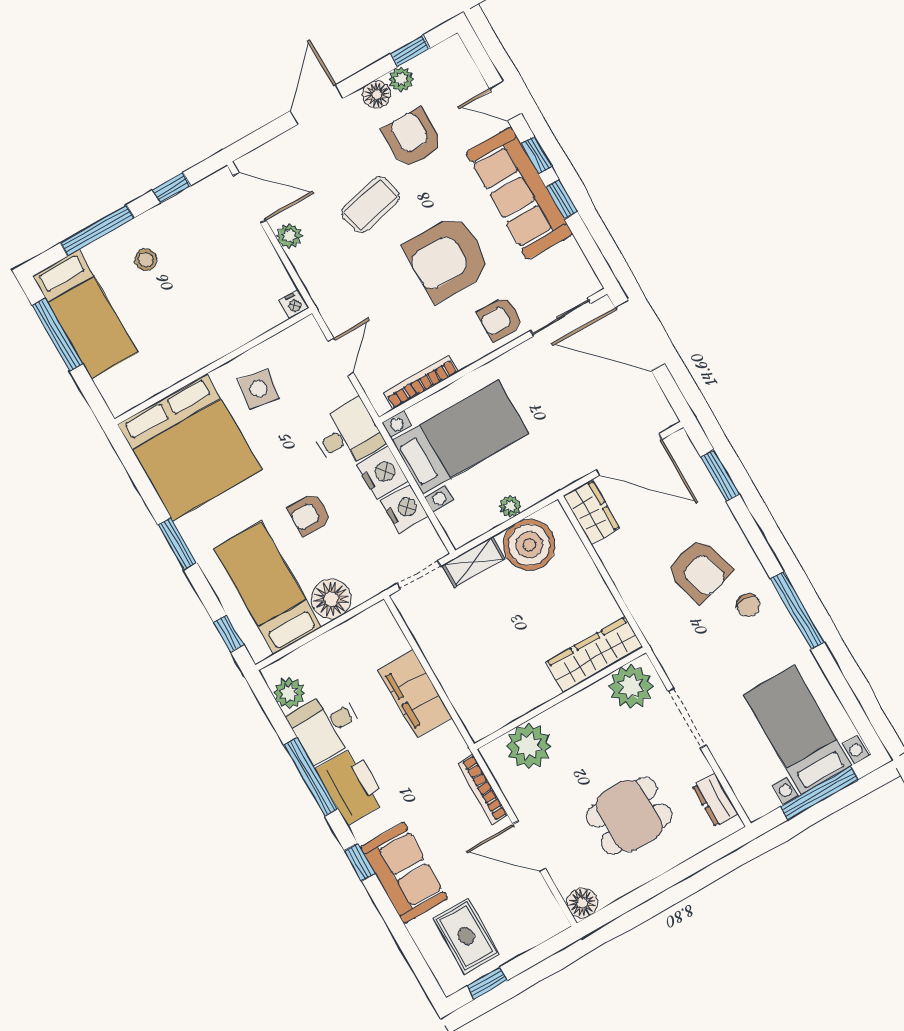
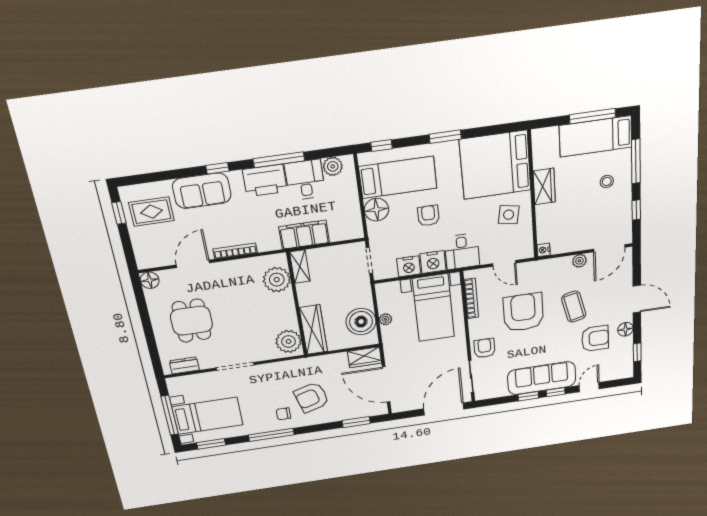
plant: (401, 79) -> (626, 343), removed
armchair: (447, 258) -> (523, 312), moved
wardrobe: (193, 355) -> (544, 187), added
door: (629, 455) -> (386, 385), hinge flipped
shelving: (473, 562) -> (300, 267), moved
wardrobe: (595, 655) -> (313, 330), moved
plant: (631, 687) -> (289, 341), moved
wall: (560, 698) -> (297, 305), moved
window: (851, 705) -> (211, 444), added
plant: (529, 746) -> (277, 280), moved

